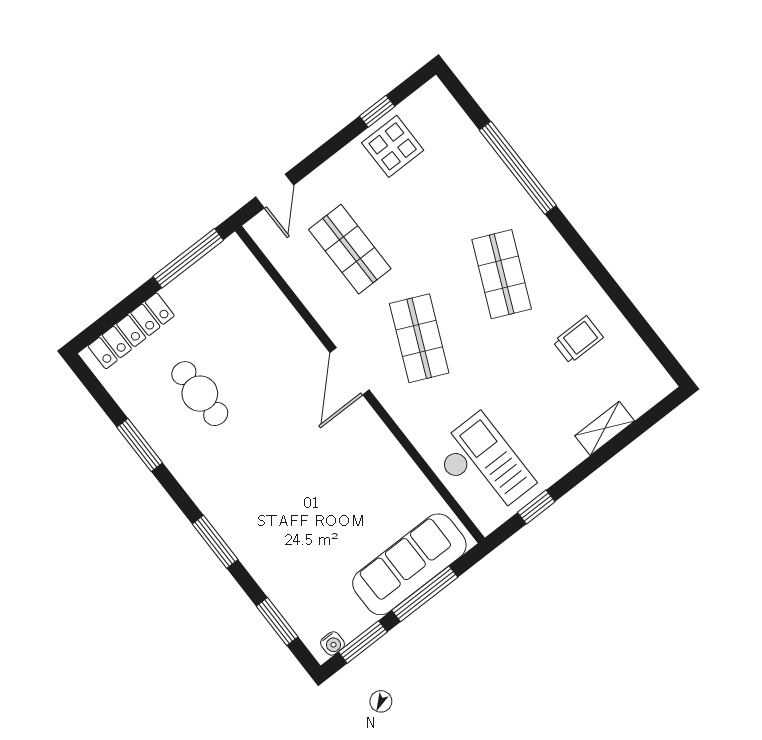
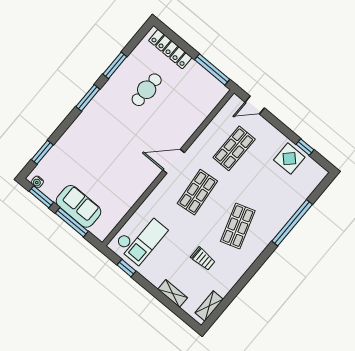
shop shelf: (502, 274) -> (238, 226), turned -42
shop shelf: (419, 338) -> (197, 192), turned -30
trolley: (578, 340) -> (203, 259), moved
shelving: (644, 363) -> (209, 306), added
window: (215, 542) -> (88, 98), moved
sofa: (409, 564) -> (78, 206), width x0.73

